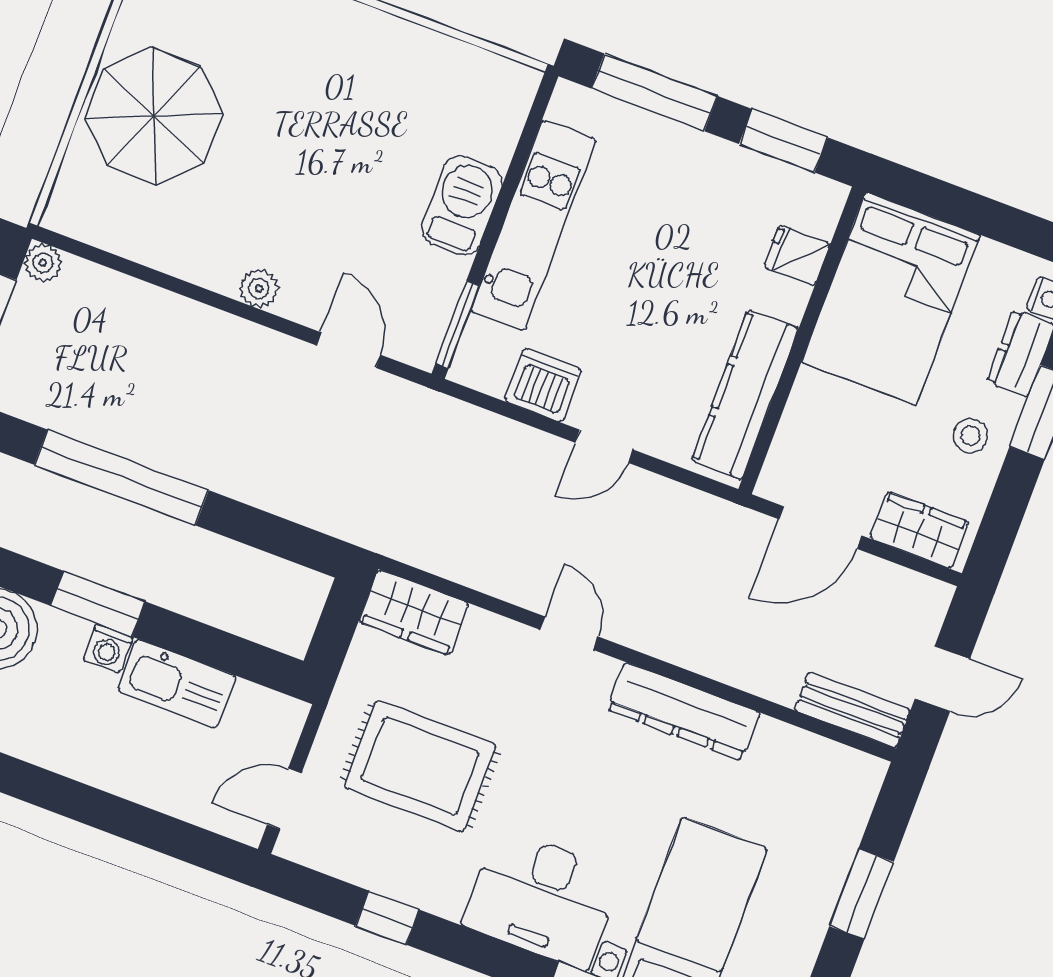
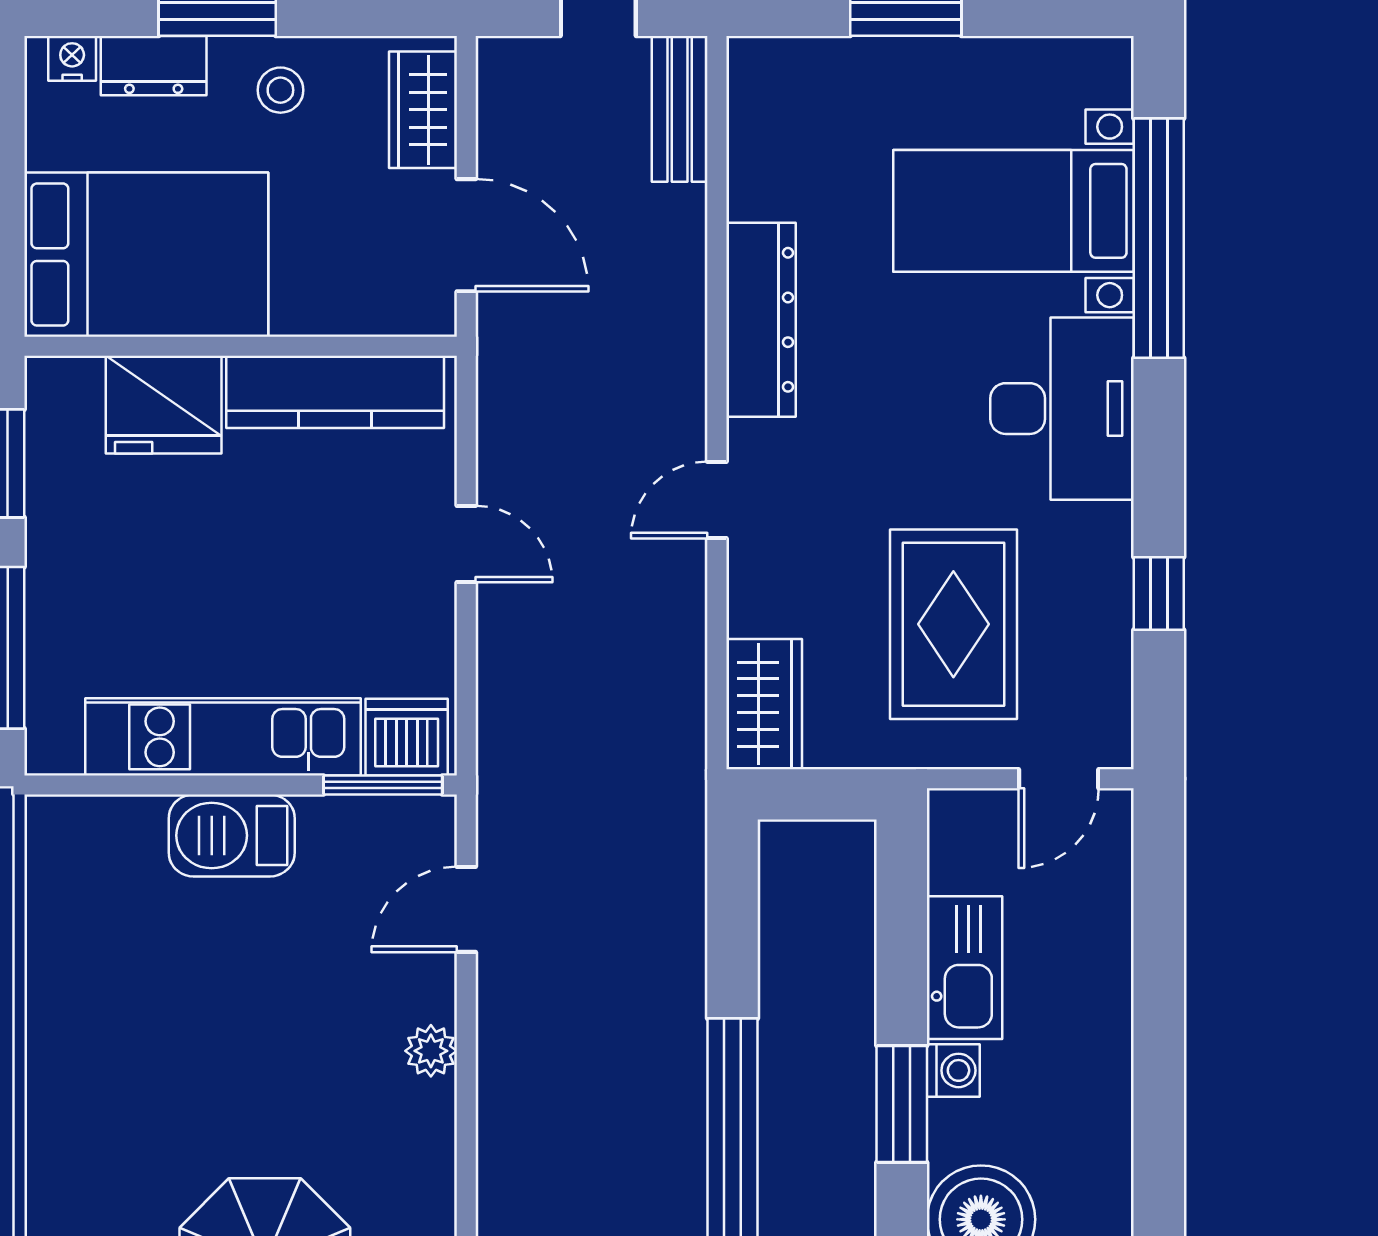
fridge: (797, 255) -> (164, 405), width x1.88, depth x1.34
dishwasher: (543, 385) -> (407, 737), moved, turned 90
door: (284, 799) -> (1059, 779), hinge flipped

